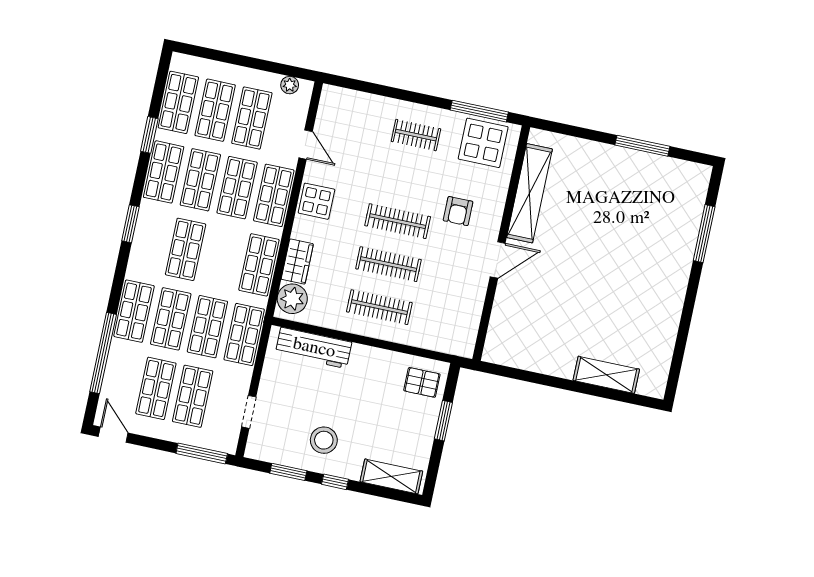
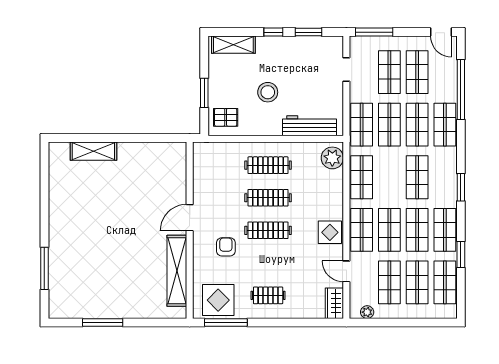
wardrobe: (297, 262) -> (334, 303), moved
stool: (324, 440) -> (268, 92), moved

